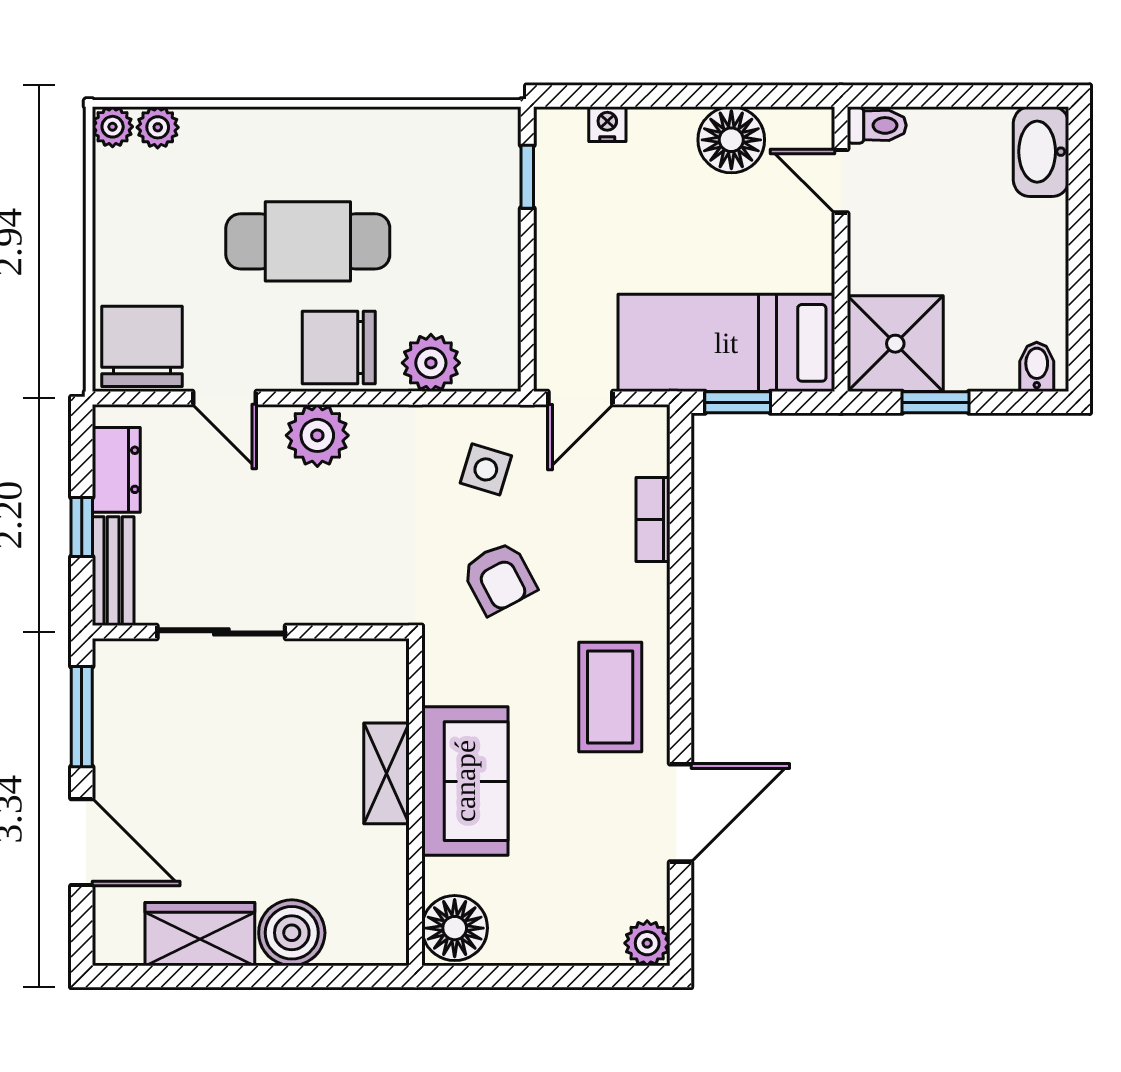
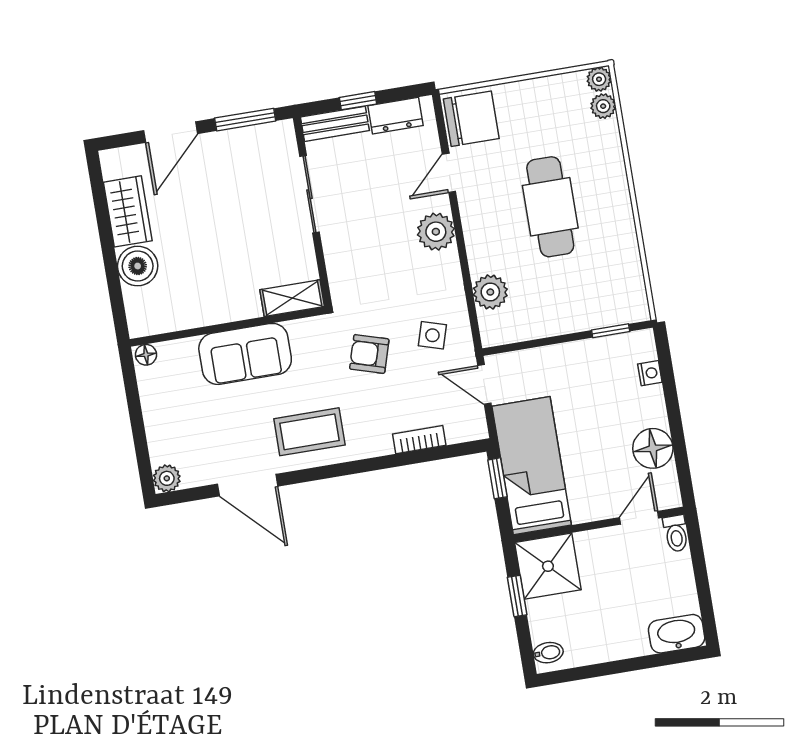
chair: (339, 347) -> (490, 236), removed
armchair: (499, 578) -> (369, 354), turned 45
shelving: (386, 773) -> (292, 298), moved
floor lamp: (455, 928) -> (146, 355), width x0.53, depth x0.53

